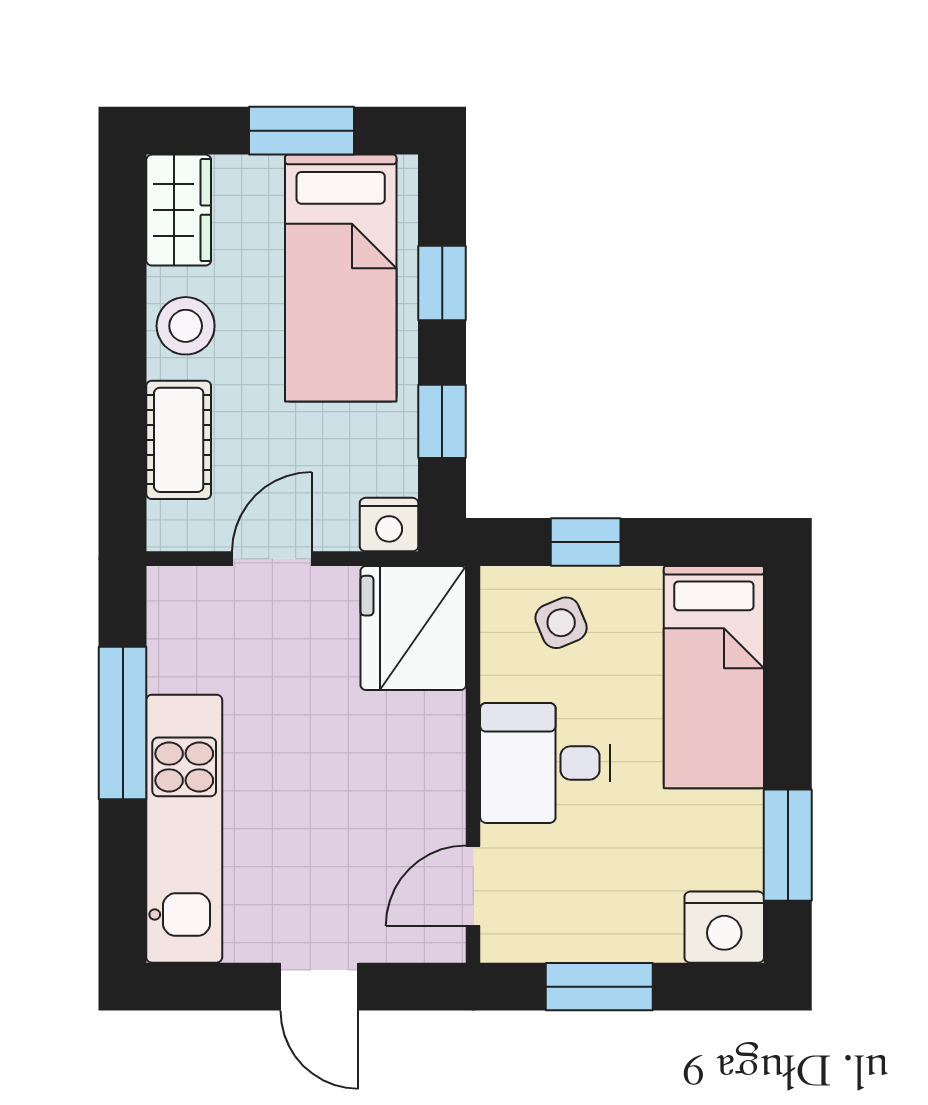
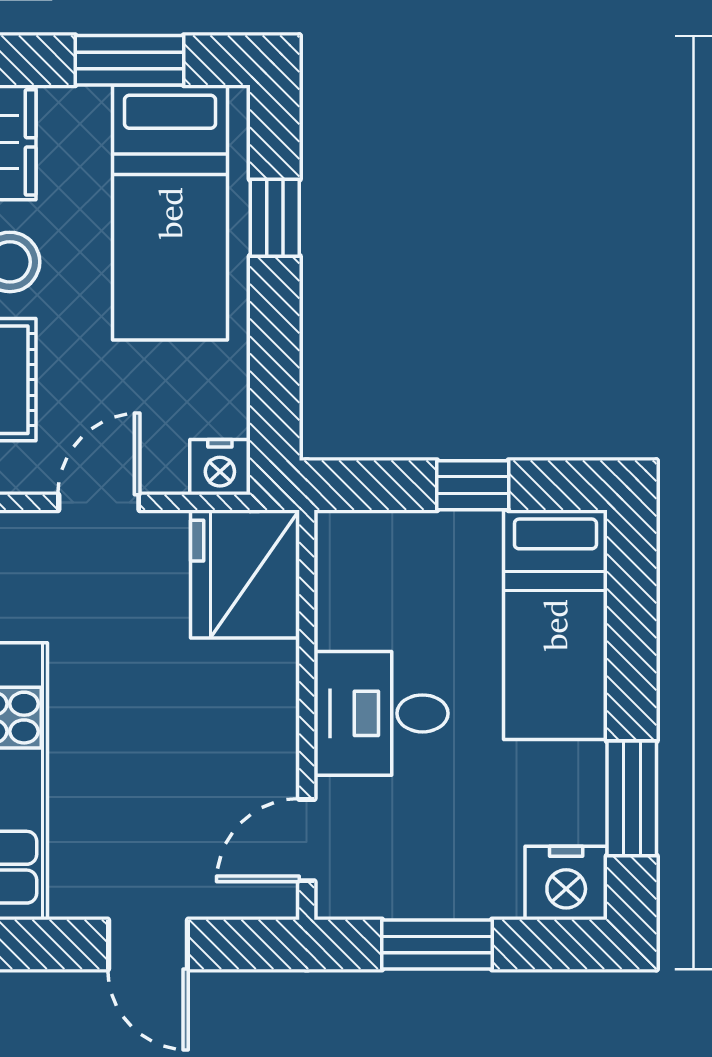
window: (442, 421) -> (275, 361), removed
window: (586, 542) -> (473, 485), moved
side table: (561, 623) -> (398, 569), removed

